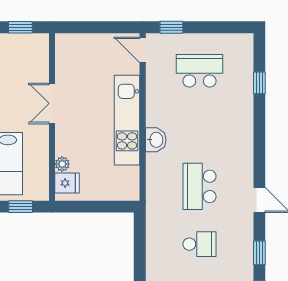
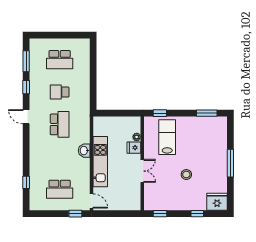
fridge: (67, 183) -> (134, 148), moved

